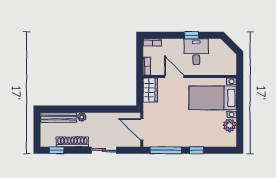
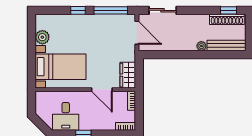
desk: (196, 52) -> (66, 116), moved
shoe rack: (72, 142) -> (227, 19), moved
sliding door: (104, 150) -> (163, 10), moved

